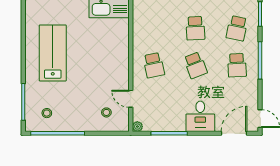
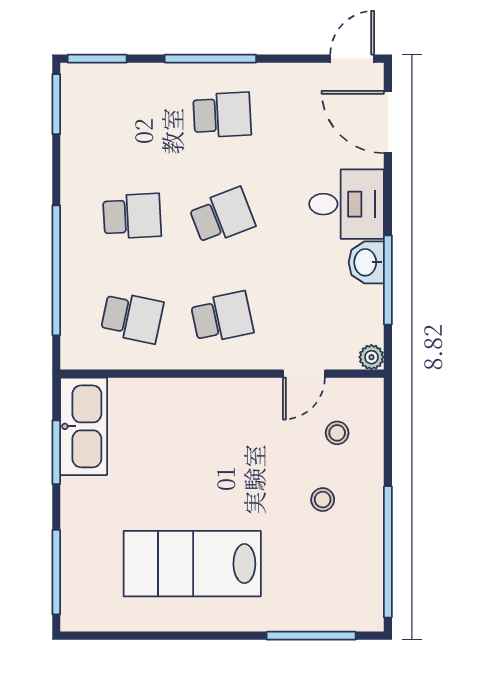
school desk: (237, 28) -> (132, 317), moved
stool: (47, 113) -> (323, 500), moved
washbasin: (176, 124) -> (366, 262), added

